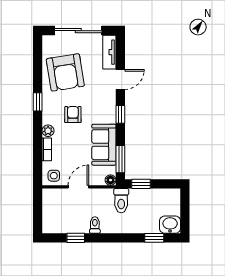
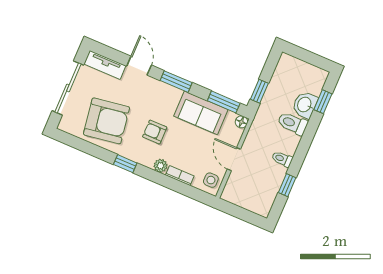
window: (120, 114) -> (176, 82), width x1.50
toilet: (121, 201) -> (293, 123), moved, turned 180
washbasin: (170, 225) -> (305, 105), moved

